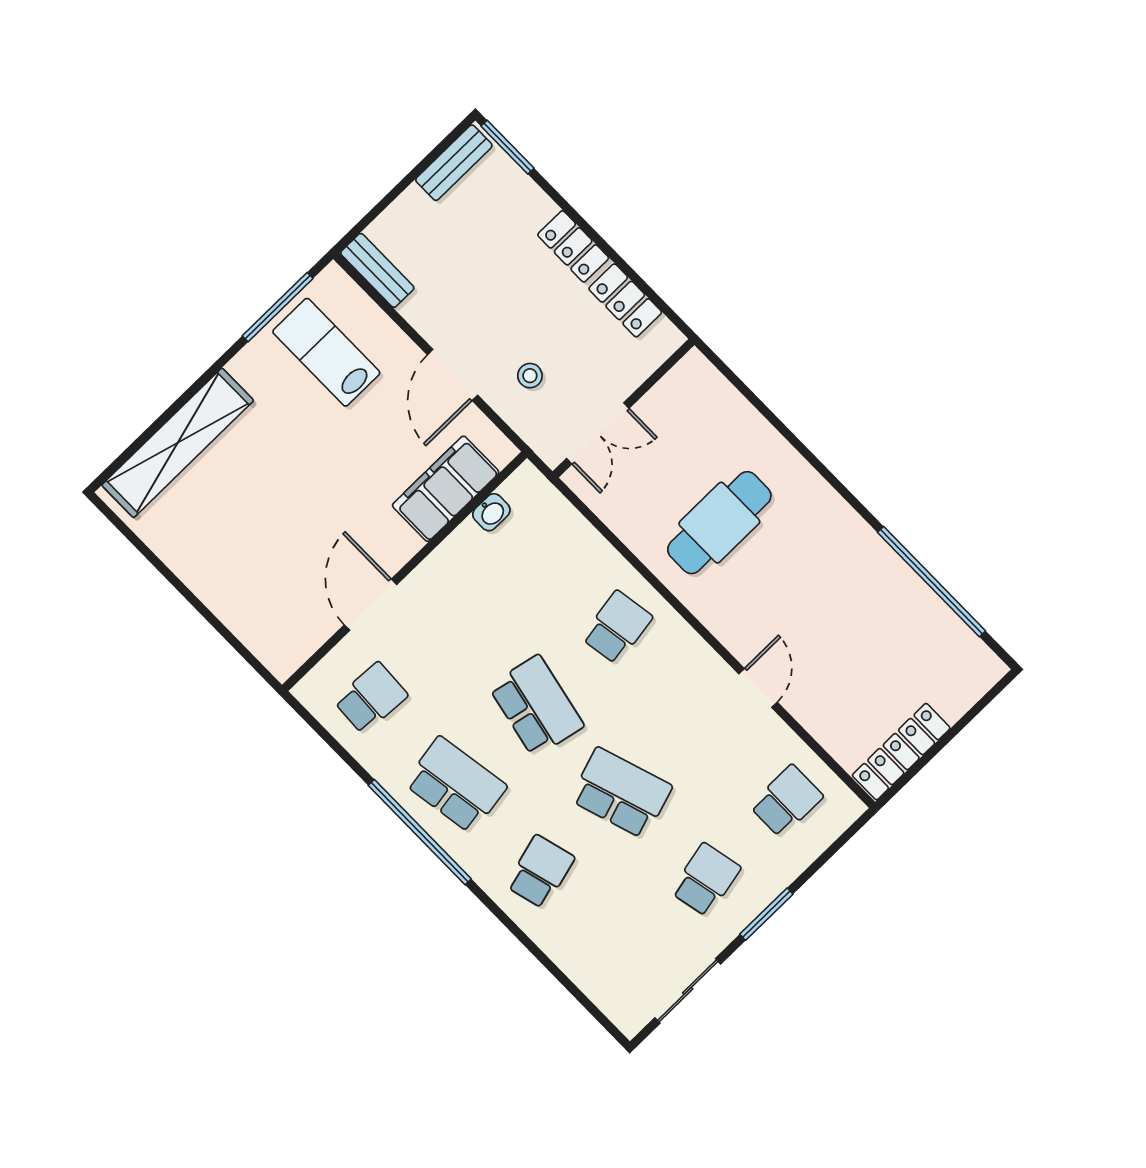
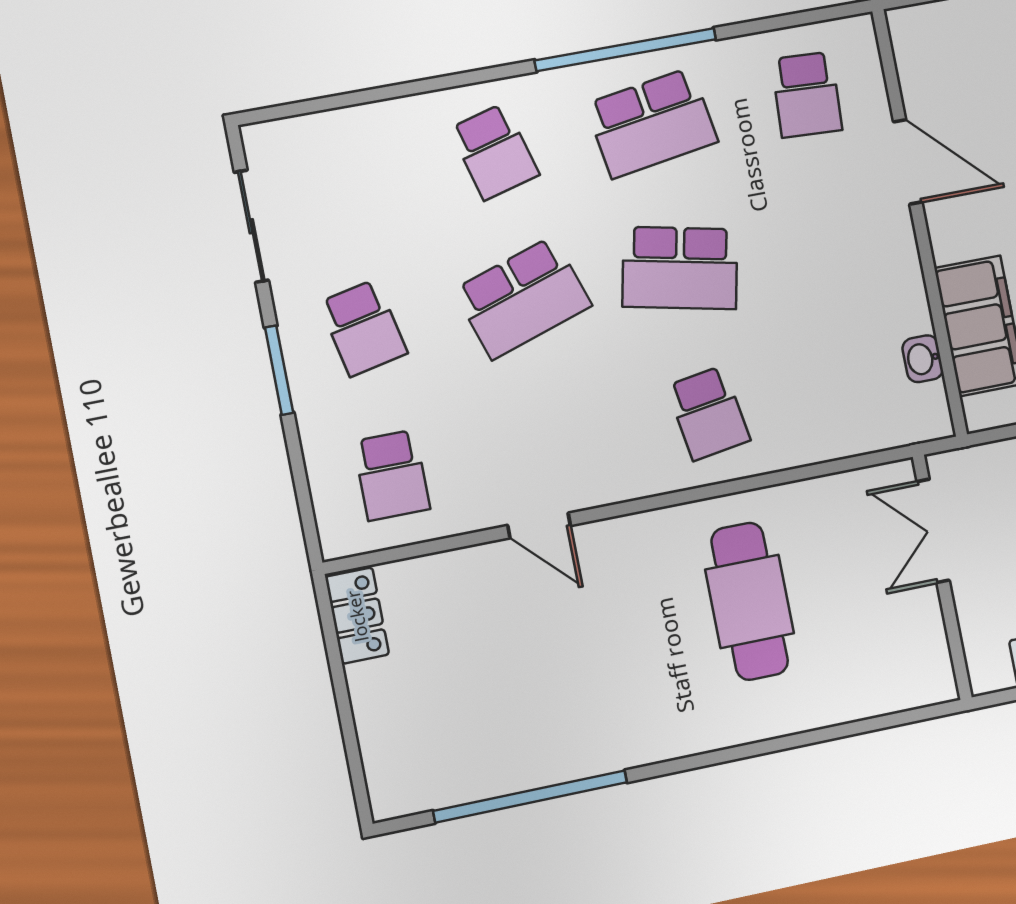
locker: (901, 752) -> (357, 616), width x0.66

